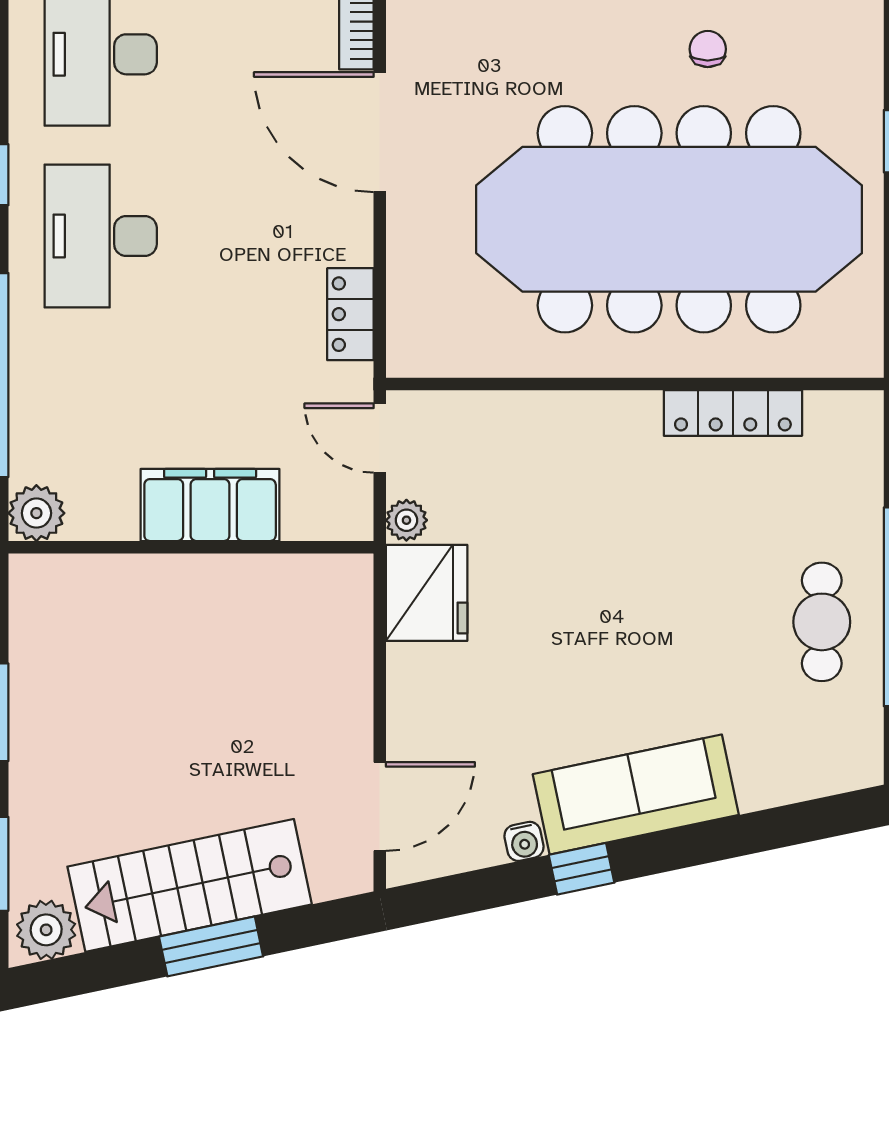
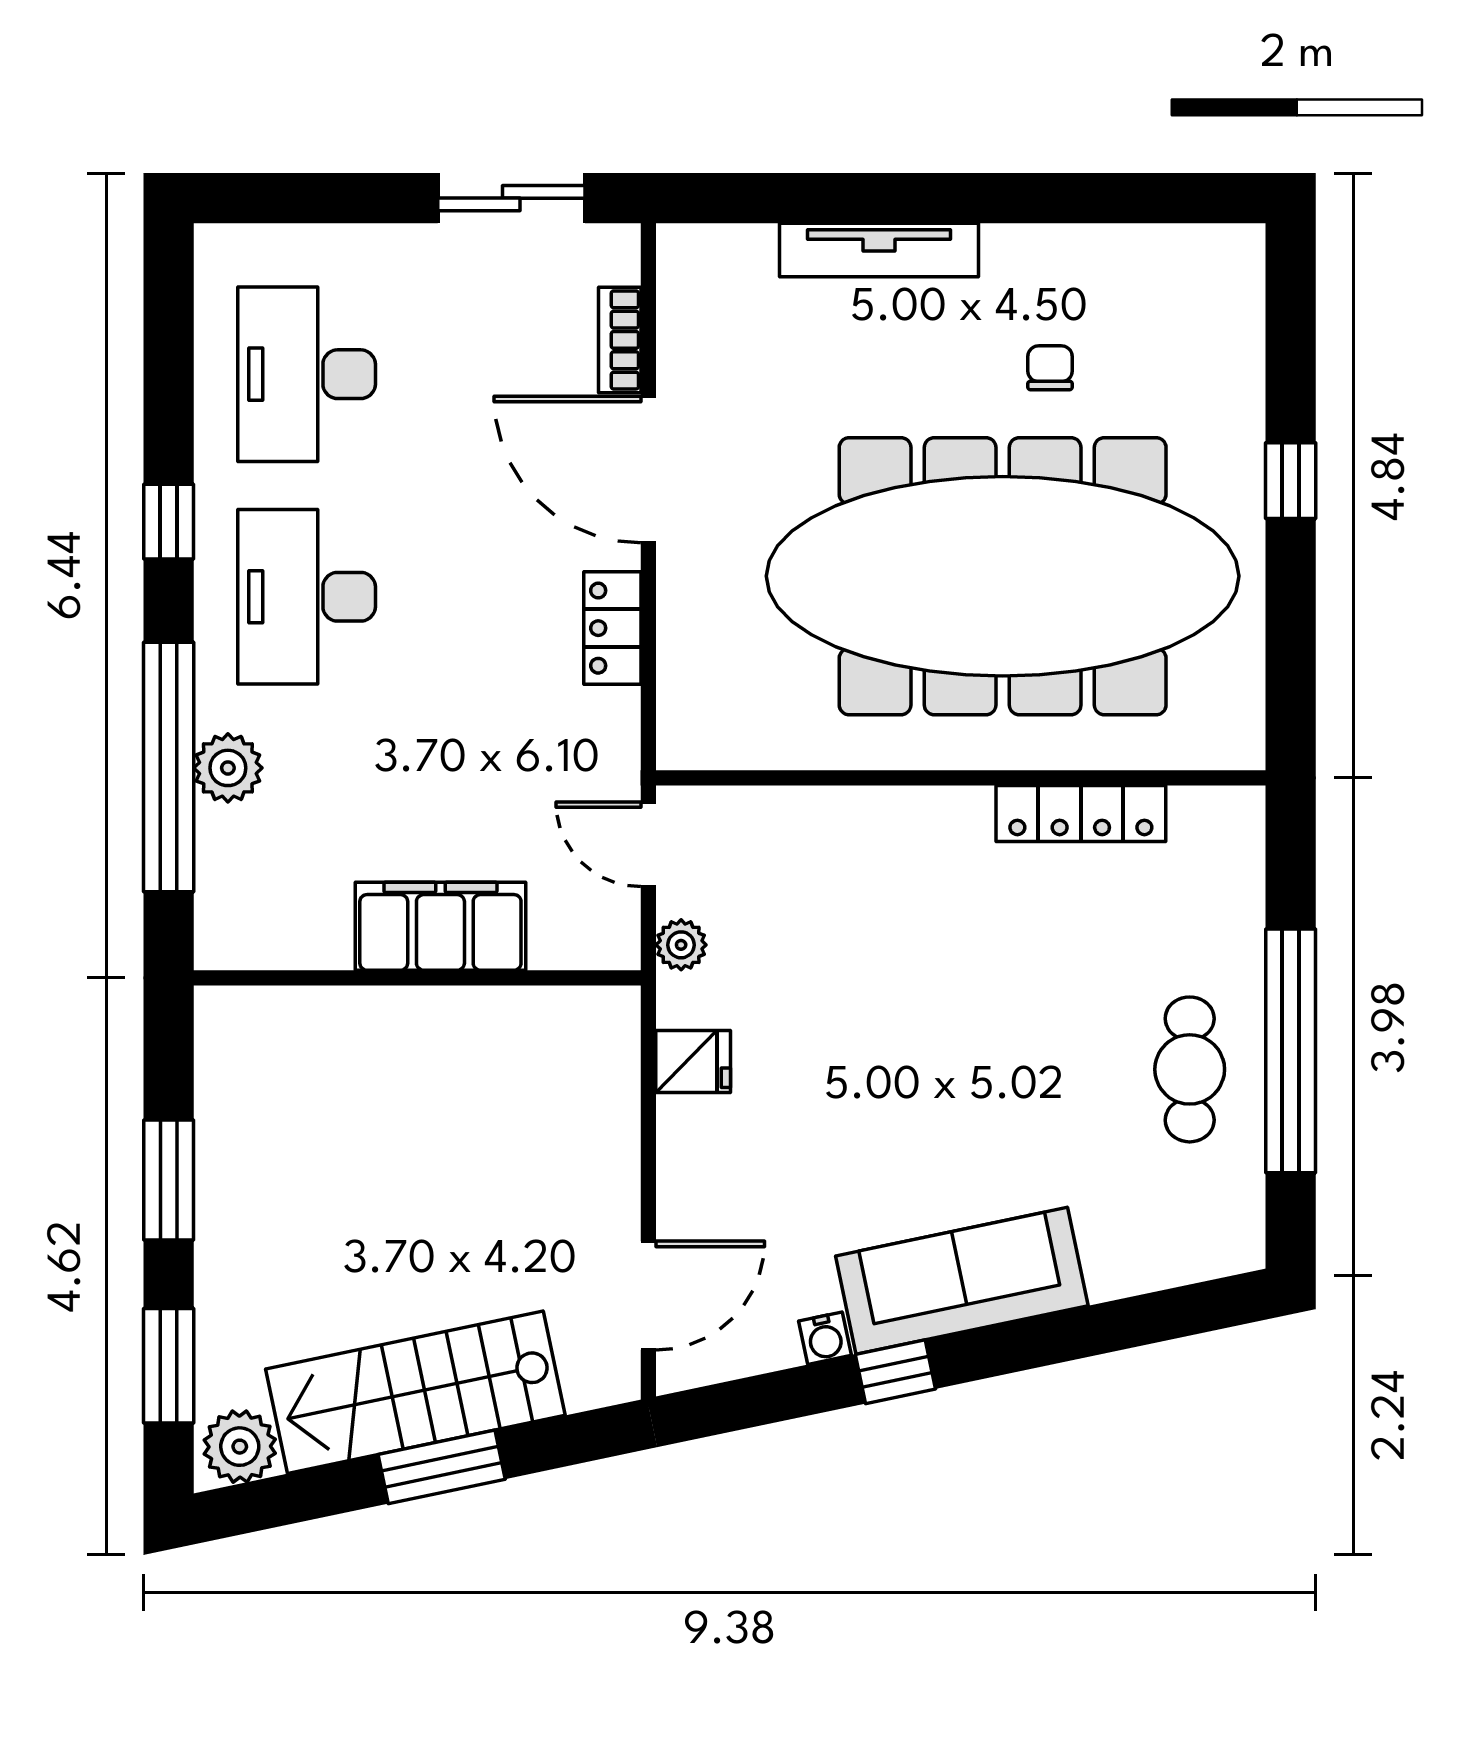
locker: (350, 314) -> (612, 628), moved
plant: (36, 513) -> (228, 768), moved
fridge: (427, 593) -> (693, 1062), width x0.53, depth x0.75

